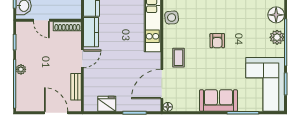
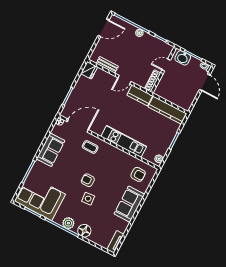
side table: (172, 18) -> (88, 199), moved
door: (82, 59) -> (124, 80), hinge flipped
door: (162, 84) -> (78, 126), hinge flipped
sofa: (218, 101) -> (51, 150), moved
fridge: (107, 104) -> (89, 70), moved
door: (56, 113) -> (104, 28), moved

